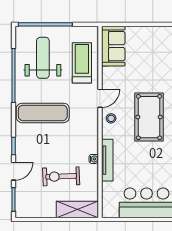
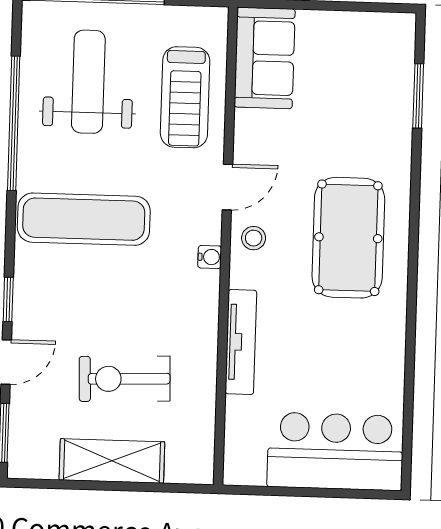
treadmill: (82, 63) -> (185, 97), turned 180
water cooler: (94, 159) -> (210, 257), moved
shelving: (77, 209) -> (112, 461), moved

